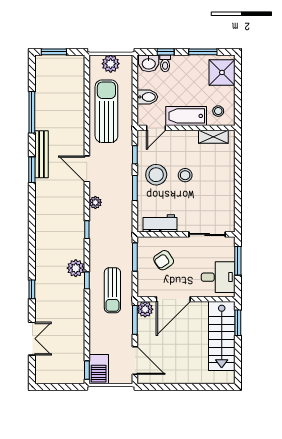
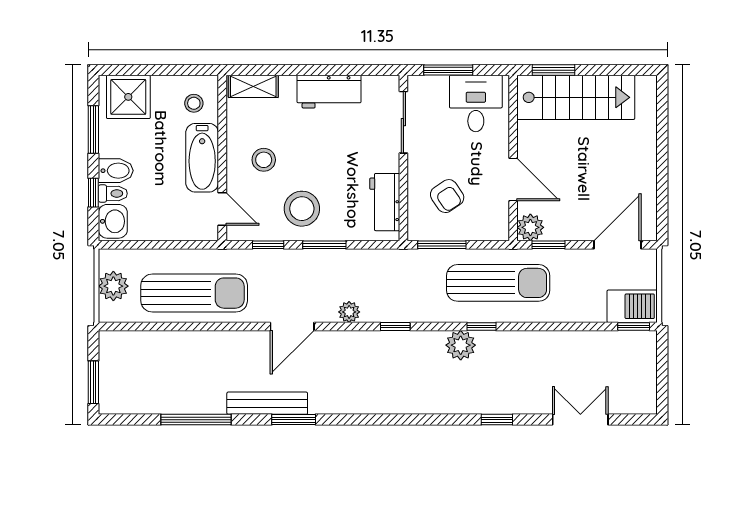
bidet: (147, 97) -> (116, 171), moved, turned 90
sun lounger: (106, 111) -> (194, 293), turned 180
shelving: (213, 137) -> (253, 86), moved, turned 90
stool: (185, 175) -> (264, 160), moved
workbench: (225, 191) -> (329, 92), added
sun lounger: (112, 290) -> (498, 283), width x1.36, depth x1.34
door: (173, 299) -> (513, 180), width x0.73
window: (135, 320) -> (549, 245), width x0.67

